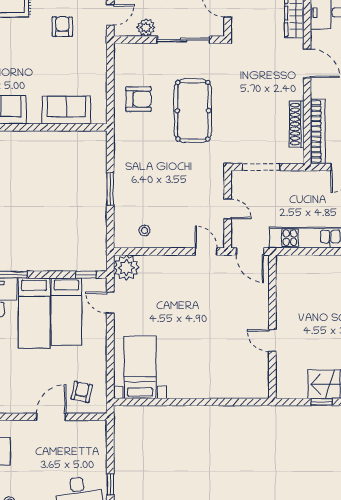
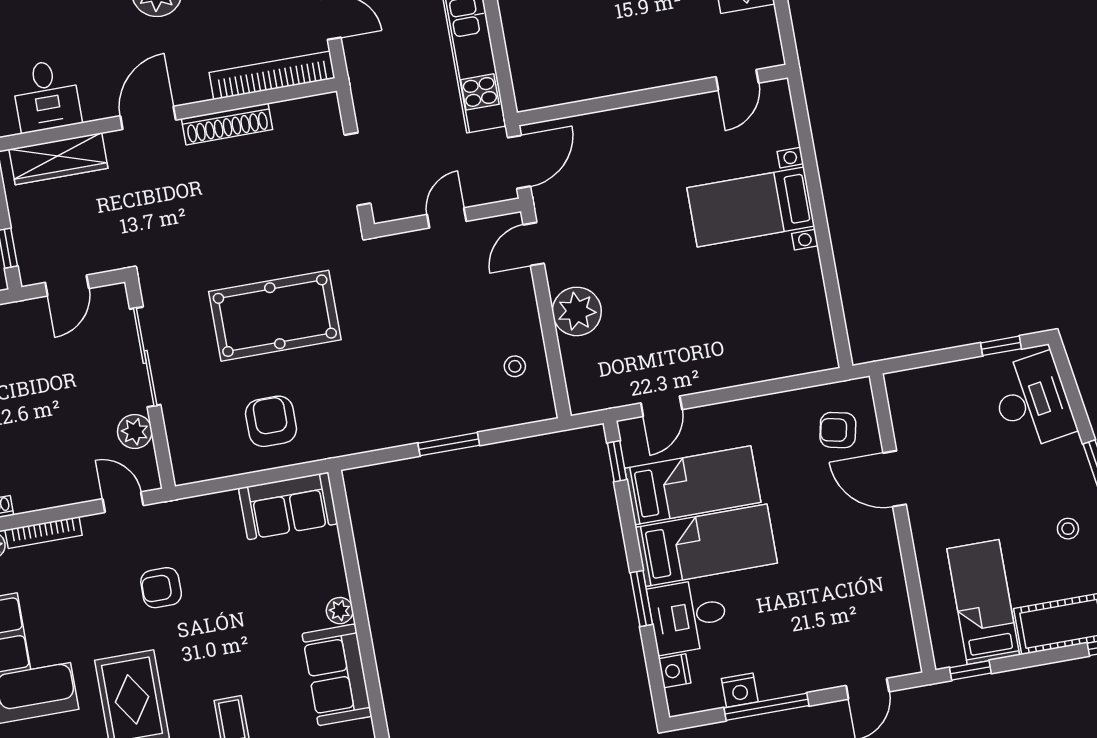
sofa: (66, 110) -> (288, 506), moved, turned -90
plant: (34, 117) -> (340, 611), added
shoe rack: (297, 124) -> (227, 124), moved
plant: (126, 268) -> (577, 311), moved
door: (272, 341) -> (737, 80), moved
bed with nightstands: (140, 367) -> (751, 207), moved

